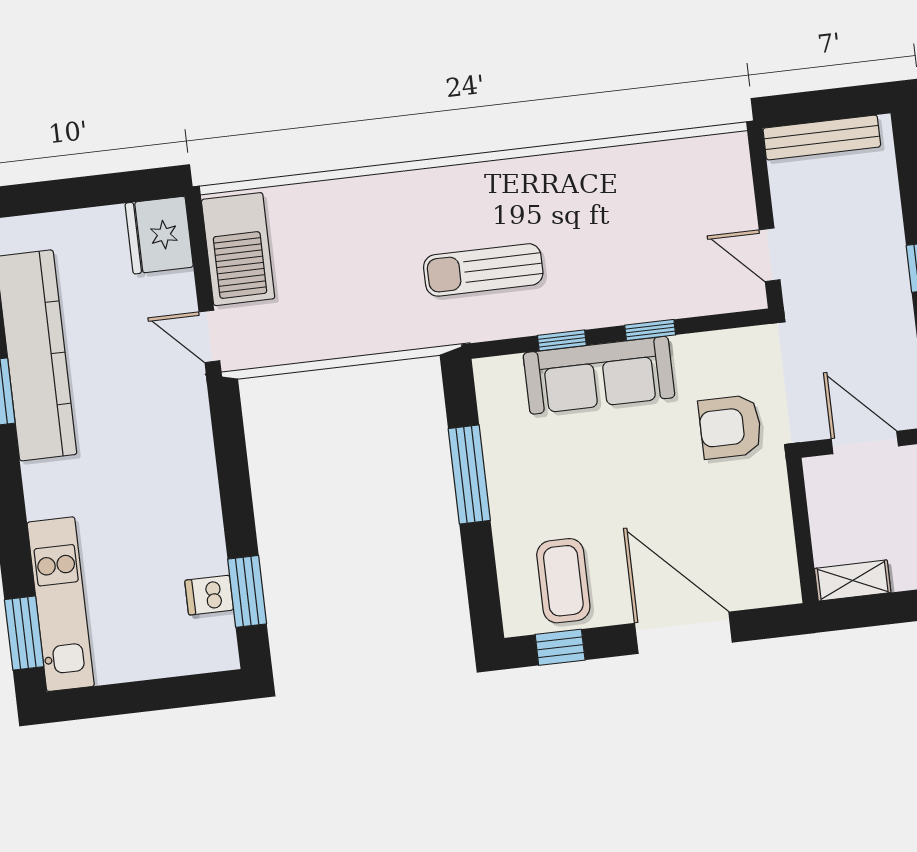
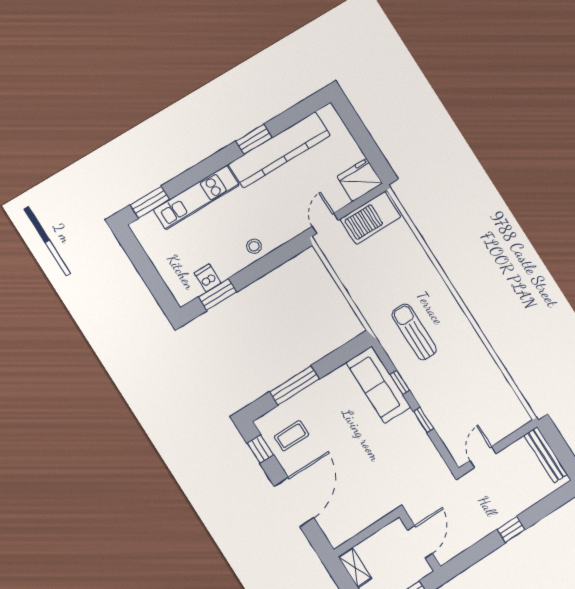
sofa: (599, 375) -> (378, 385), moved
armchair: (730, 427) -> (398, 477), removed
window: (469, 474) -> (294, 386), moved
stool: (191, 485) -> (254, 246), added
coffee table: (563, 581) -> (291, 436), width x0.73, depth x0.77
kitchen unit: (61, 604) -> (196, 197), moved

